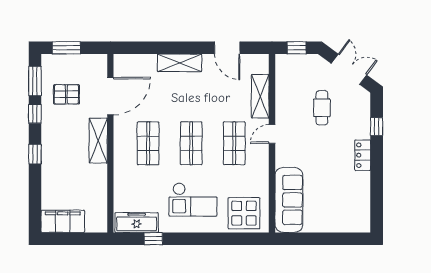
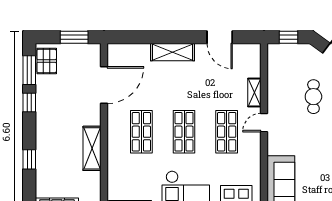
window: (66, 48) -> (74, 37), moved
pallet: (66, 94) -> (47, 61), moved, turned 90
shelving: (260, 96) -> (254, 92), width x0.67, depth x0.75
shelving: (98, 141) -> (92, 148), moved
window: (35, 154) -> (29, 159), moved

